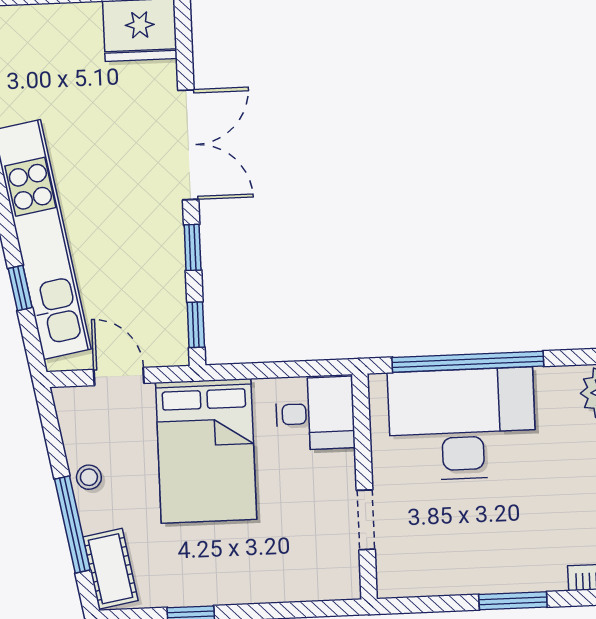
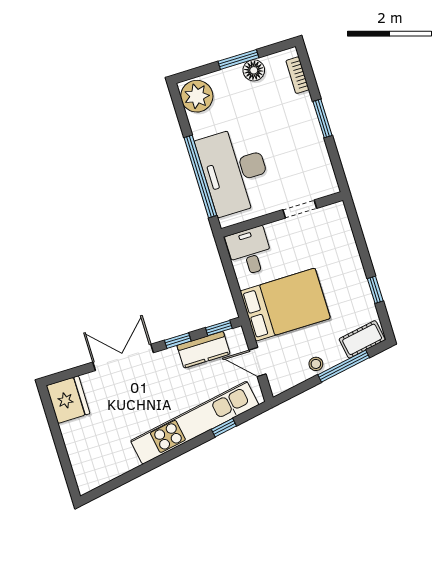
kitchen counter: (165, 288) -> (203, 350), added
door: (119, 376) -> (257, 362), hinge flipped

